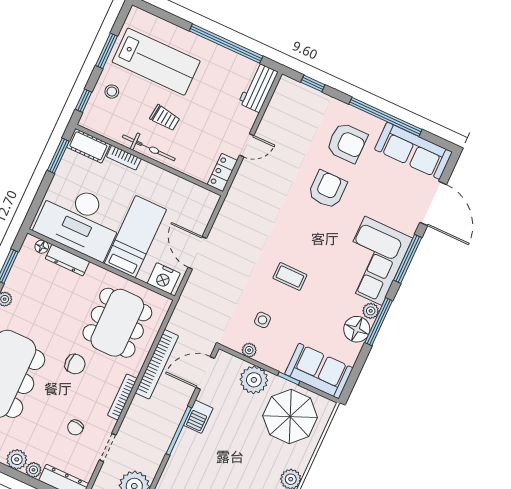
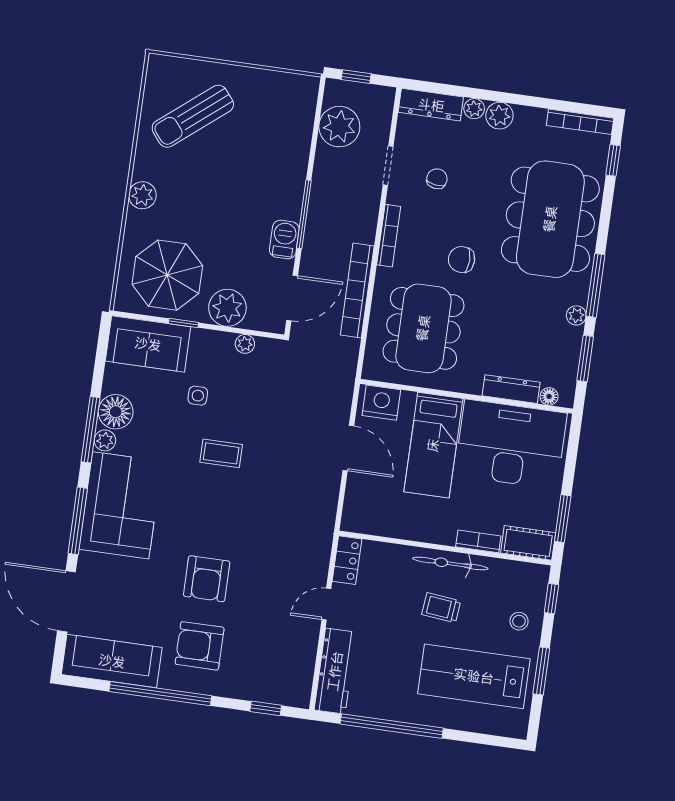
workbench: (258, 87) -> (335, 671), width x1.38
side table: (262, 320) -> (198, 396), moved

